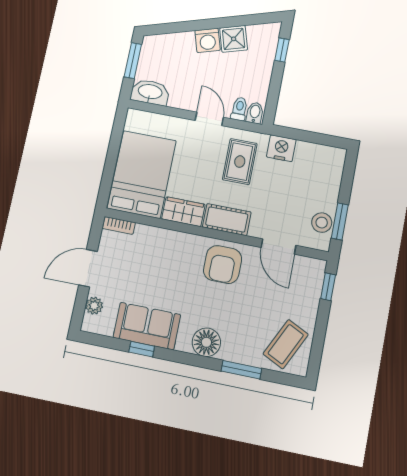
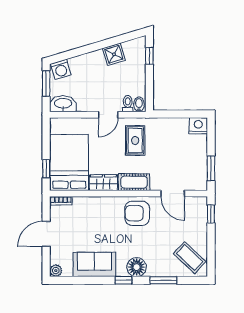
washing machine: (208, 40) -> (61, 69), moved
door: (209, 119) -> (108, 115), swing flipped
nightstand: (281, 148) -> (198, 126), moved
window: (108, 177) -> (46, 169), added
stool: (322, 223) -> (199, 172), removed
armchair: (223, 265) -> (137, 213), turned 90
plant: (94, 306) -> (56, 271), moved
coffee table: (286, 344) -> (190, 258), turned -73
window: (142, 349) -> (123, 280), moved

